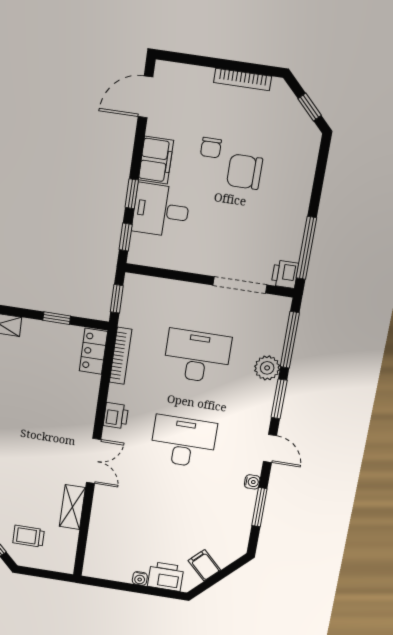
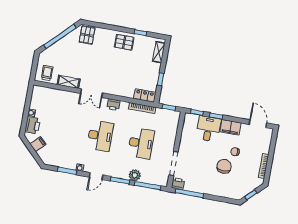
trolley: (28, 536) -> (47, 73), moved

